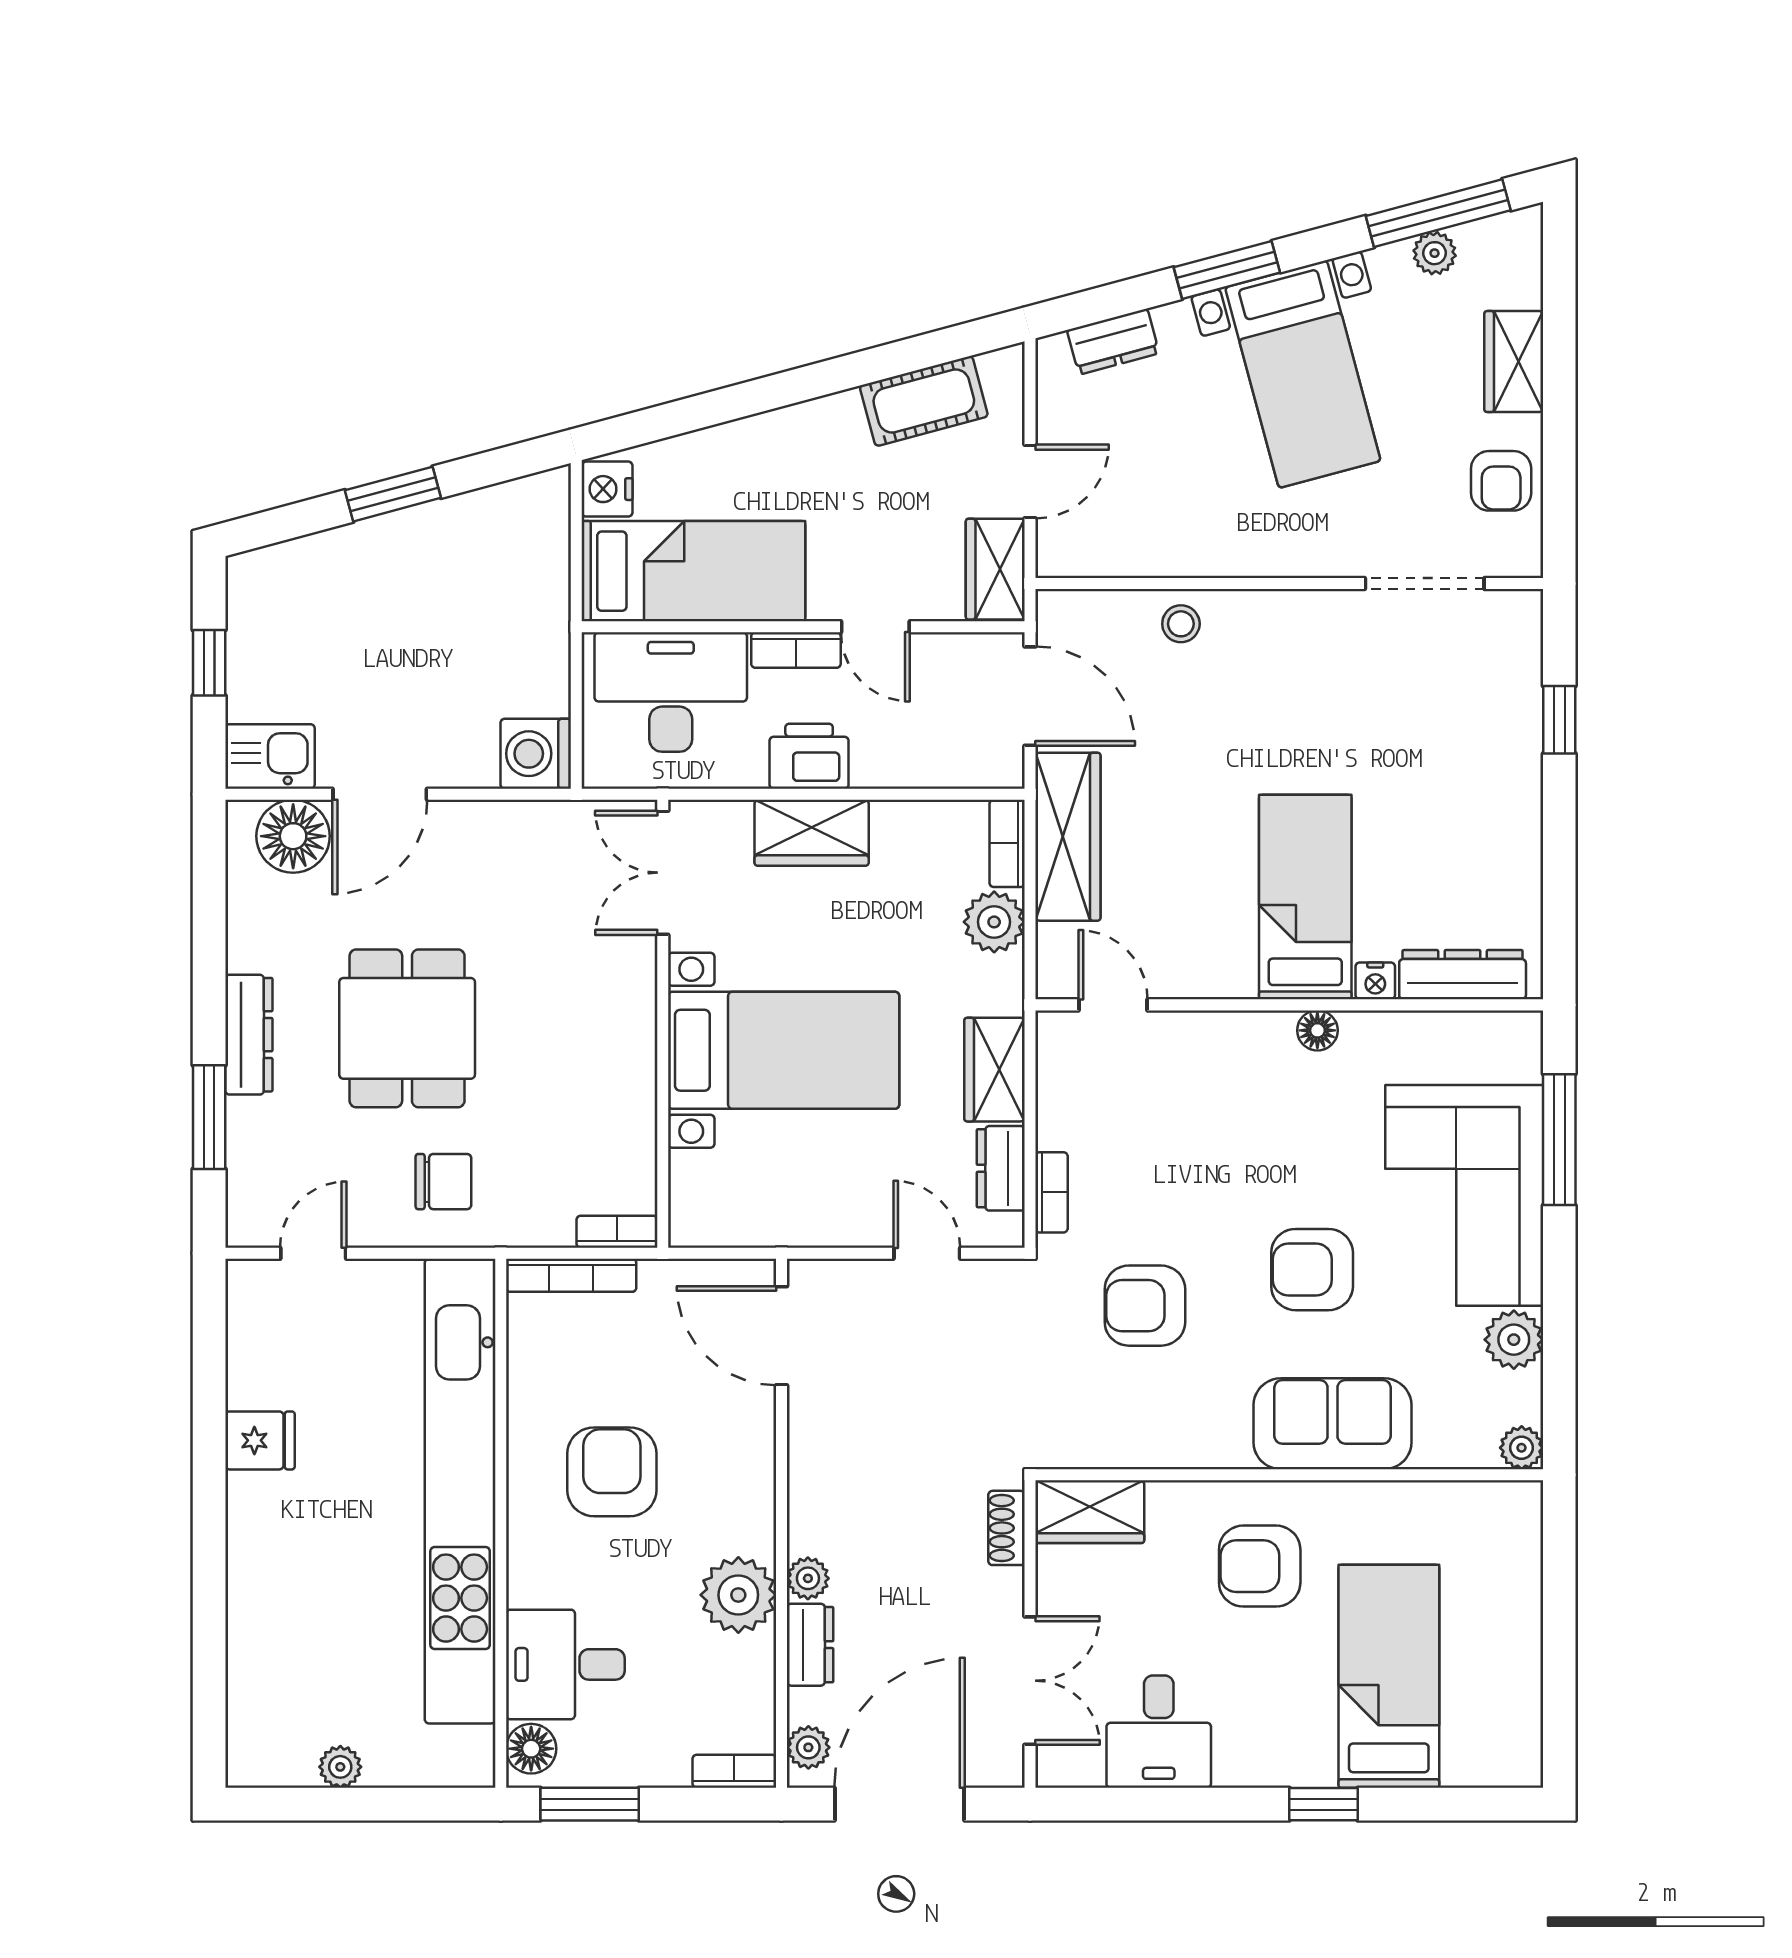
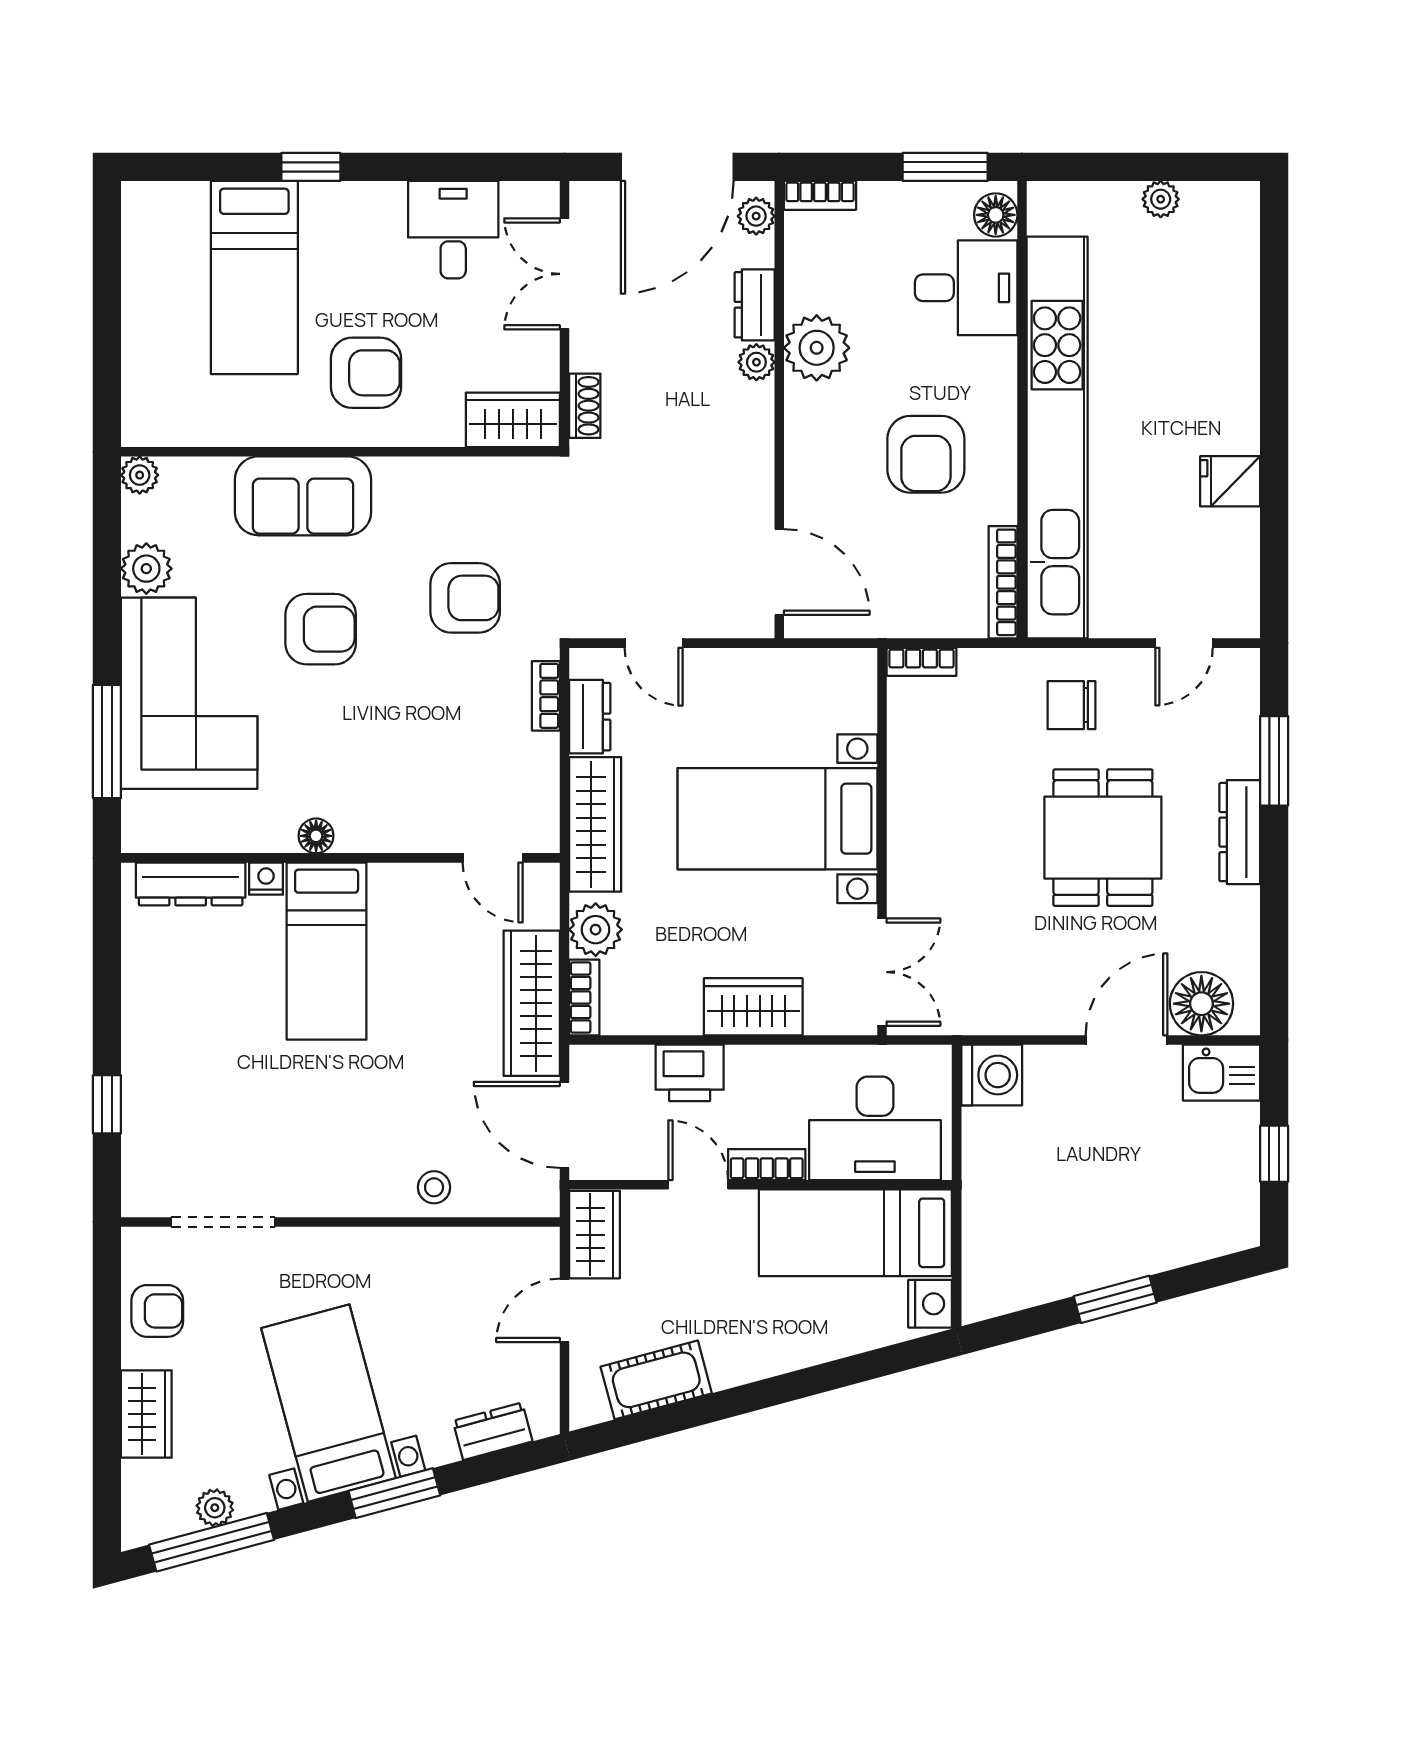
armchair: (1501, 481) -> (157, 1311), turned 90
printer: (809, 756) -> (690, 1073), moved
wardrobe: (994, 1070) -> (595, 824), width x1.50
bookcase: (571, 1275) -> (1003, 582), moved, turned -90

